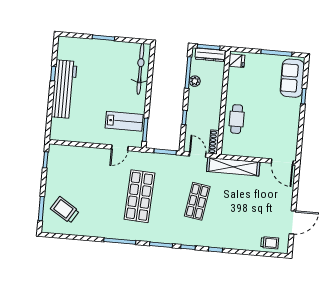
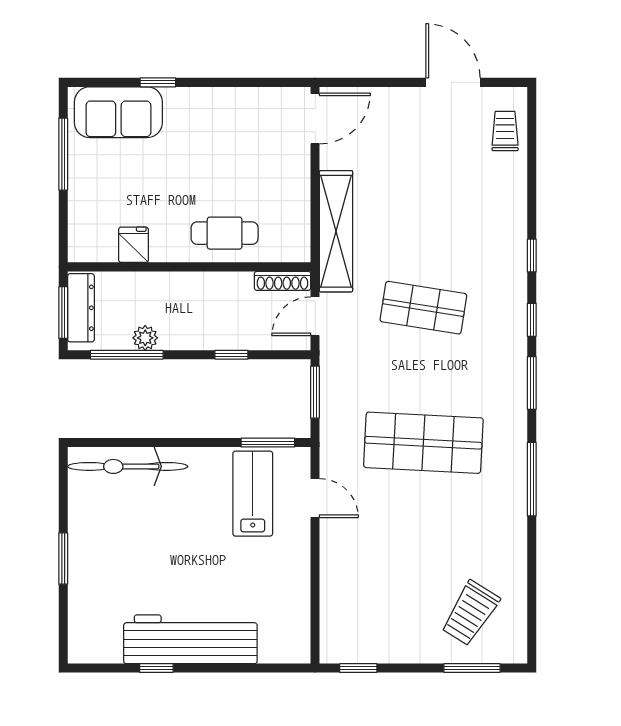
fridge: (237, 61) -> (134, 245), moved

